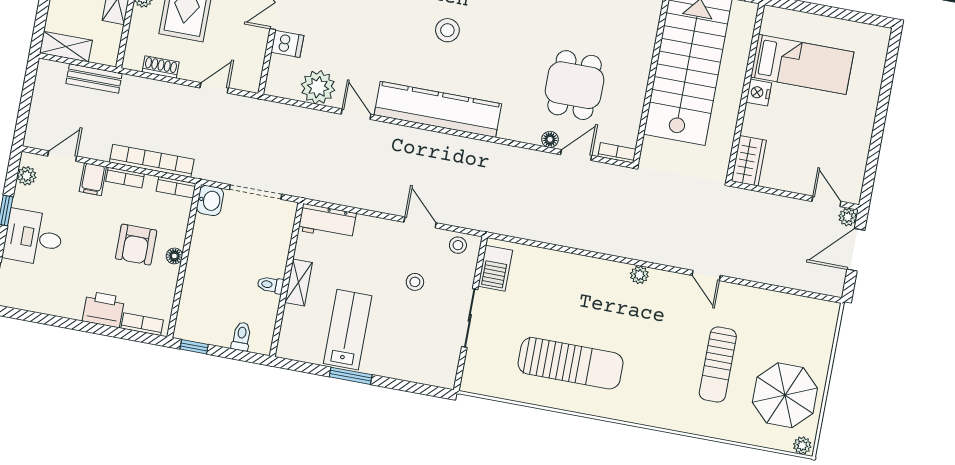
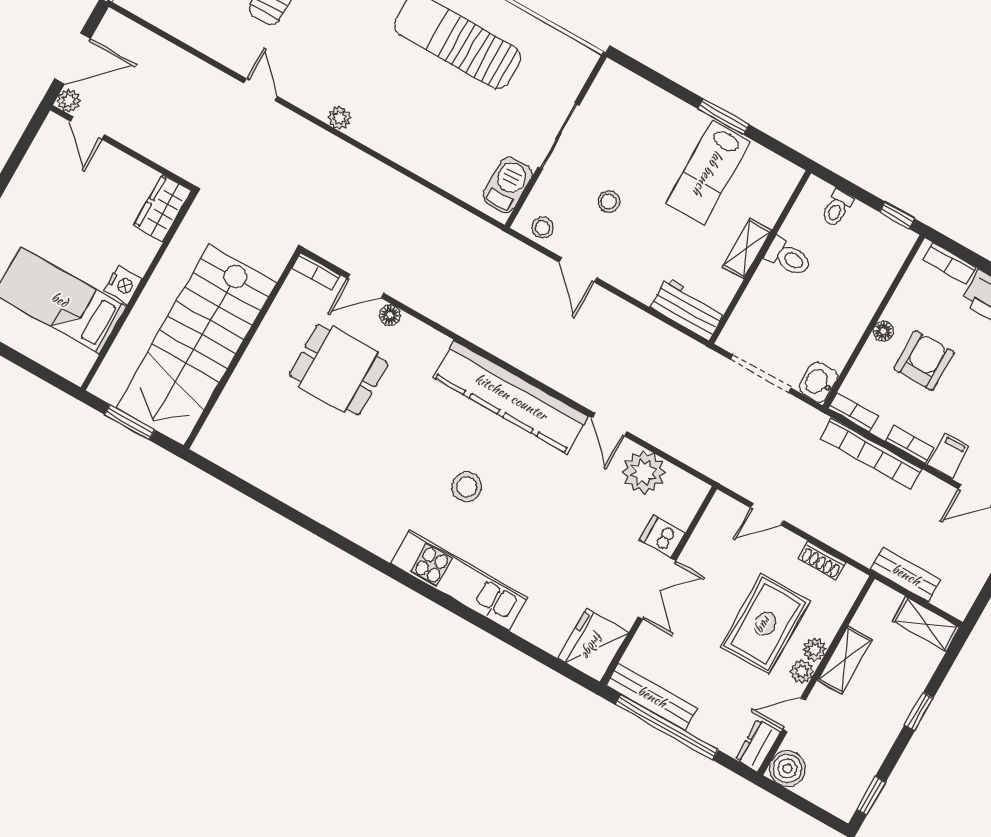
dining table: (575, 85) -> (338, 369), turned 90
toilet: (270, 285) -> (788, 257), width x1.37, depth x1.39

